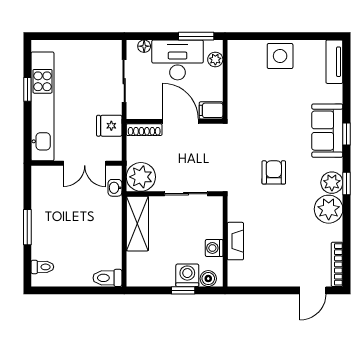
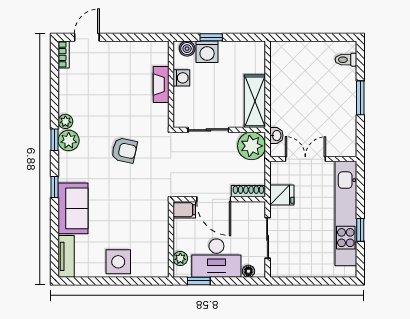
window: (196, 36) -> (199, 281), width x0.67
sofa: (327, 131) -> (73, 208), moved
armchair: (274, 172) -> (124, 150), turned -78
plant: (329, 209) -> (65, 121), width x0.53, depth x0.53
bookcase: (337, 264) -> (64, 55), width x0.64
toilet: (107, 278) -> (284, 49), removed

